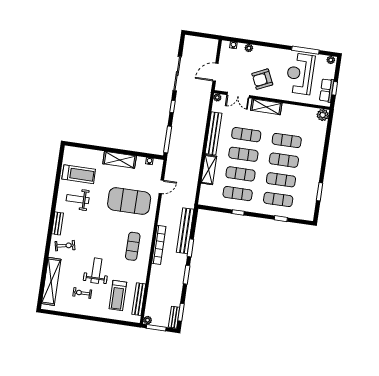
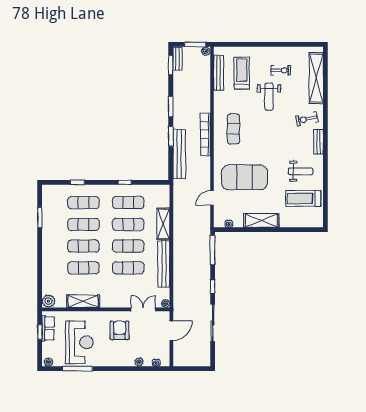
armchair: (262, 79) -> (120, 330), turned -65
shelving: (266, 107) -> (83, 301), moved

